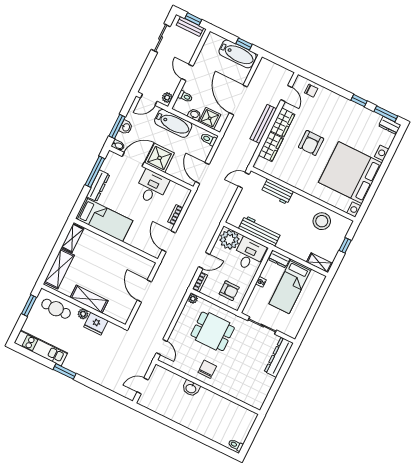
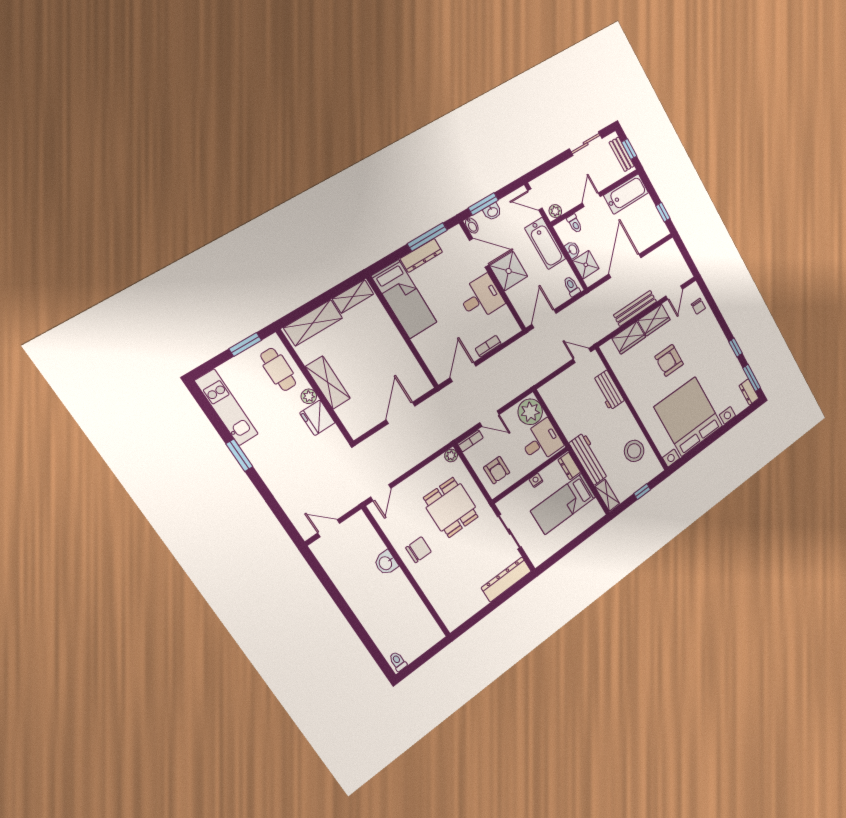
bathtub: (237, 54) -> (626, 194), moved, turned -90
workbench: (260, 231) -> (589, 459), moved

